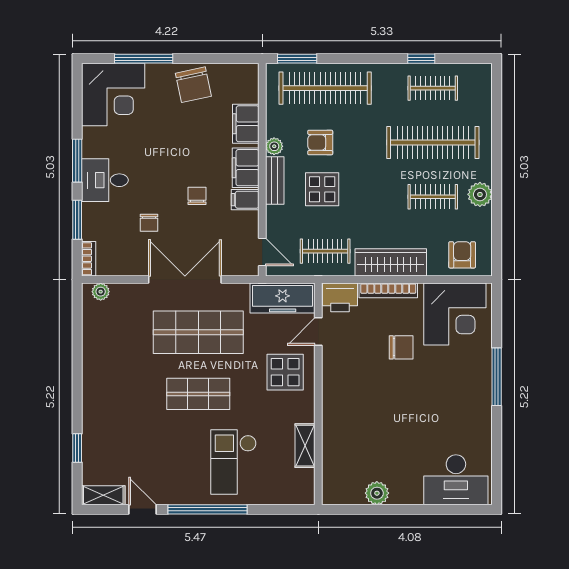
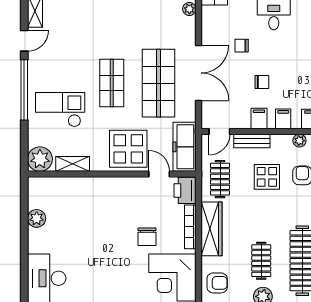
filing cabinet: (246, 168) -> (283, 119), width x0.50
bench: (275, 180) -> (252, 141), moved
display table: (285, 372) -> (128, 149), width x1.36, depth x1.36
plant: (299, 489) -> (40, 159), added

